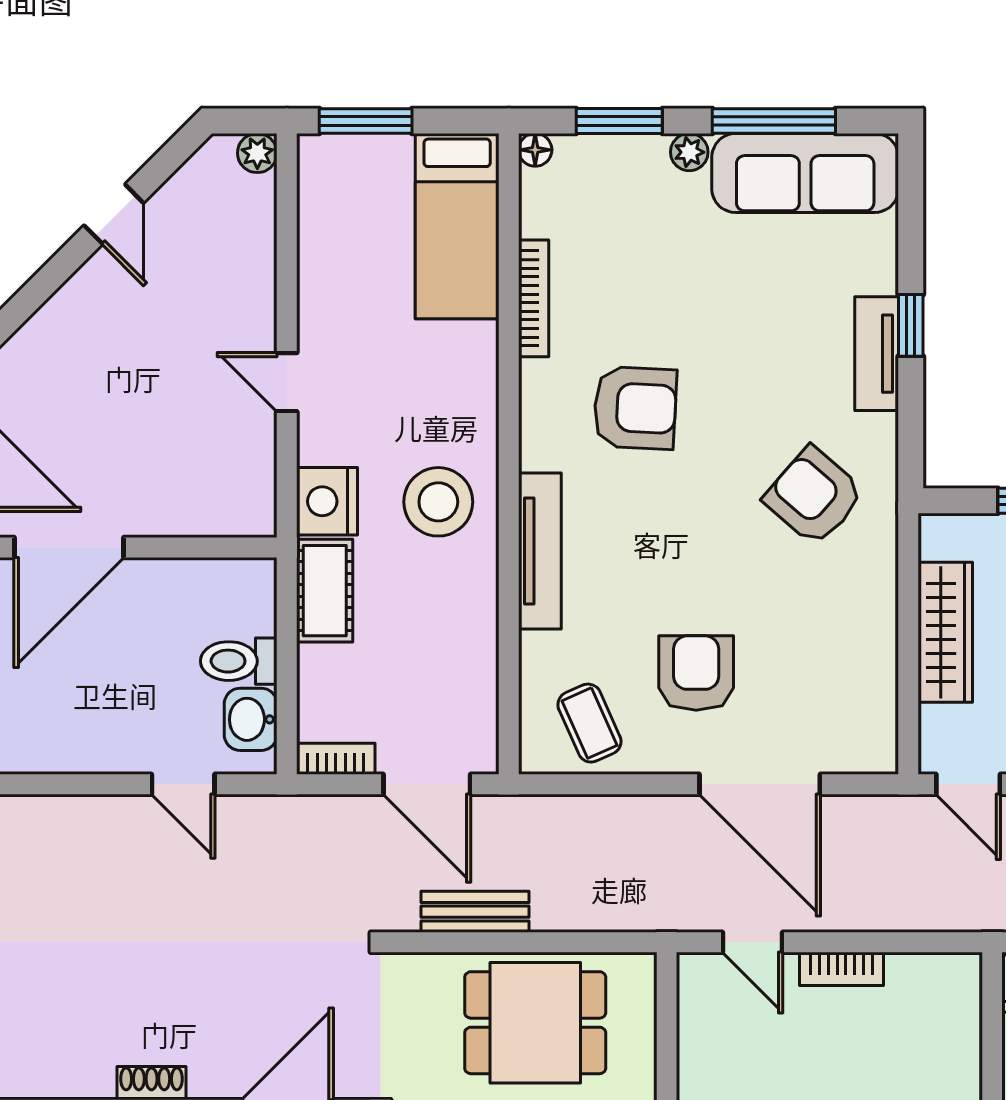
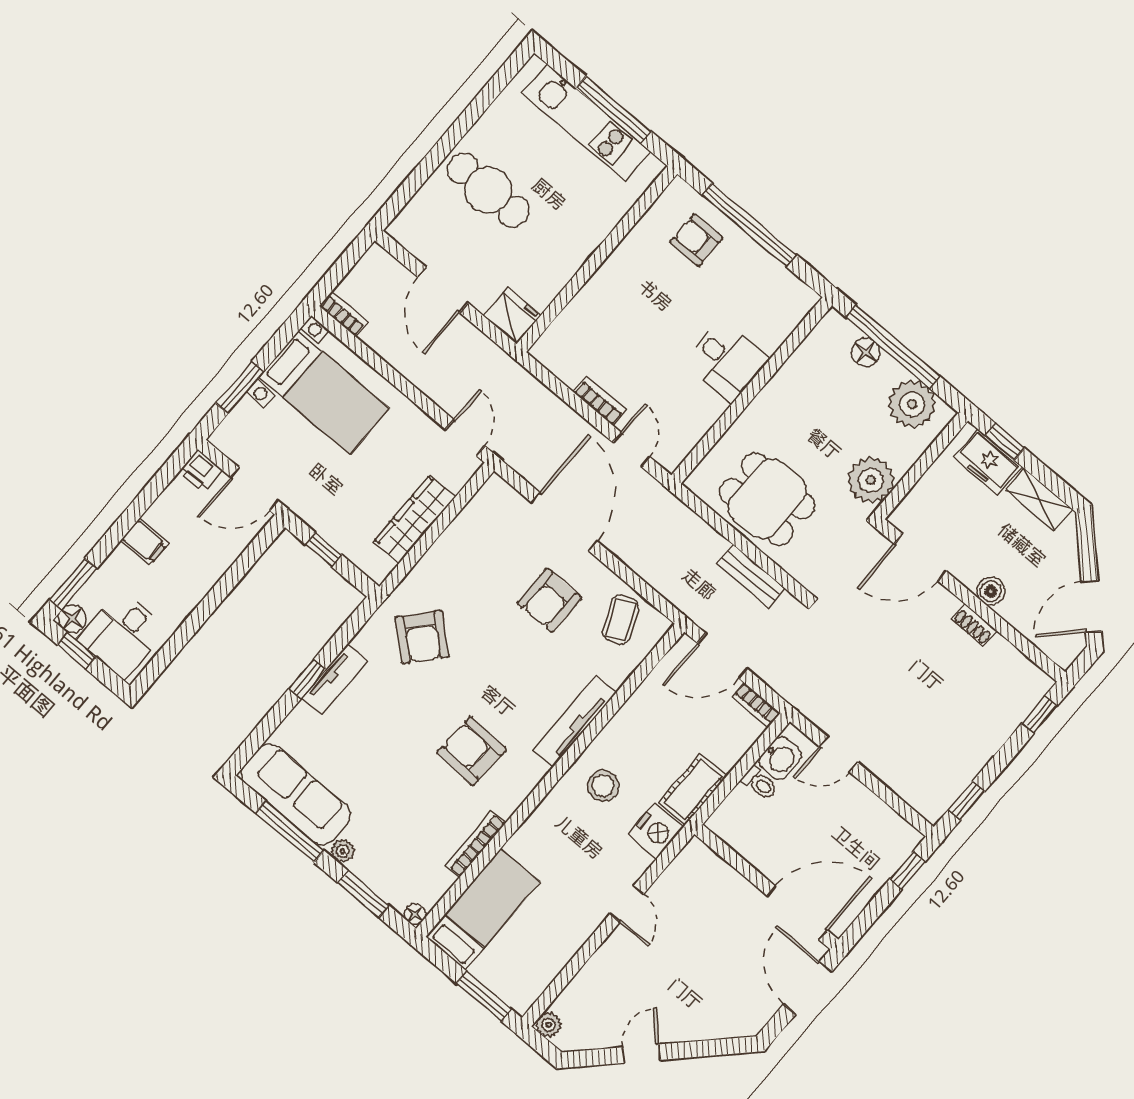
stool: (438, 502) -> (603, 786), width x0.73, depth x0.73
toilet: (239, 661) -> (760, 783), width x0.73, depth x0.72
door: (183, 784) -> (838, 754), swing flipped
door: (427, 784) -> (722, 656), swing flipped

